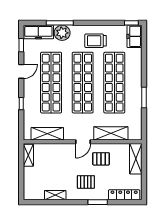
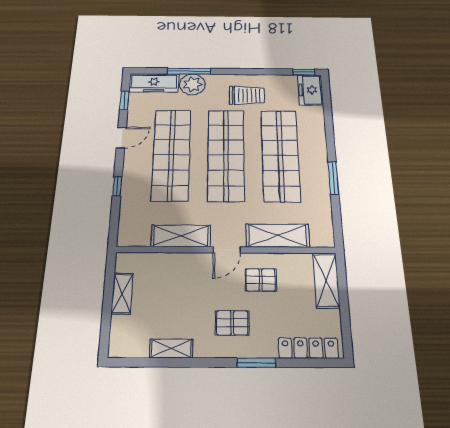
trolley: (96, 41) -> (247, 95), turned 180
shelving: (47, 134) -> (181, 236), moved
shelving: (28, 155) -> (122, 293), moved

